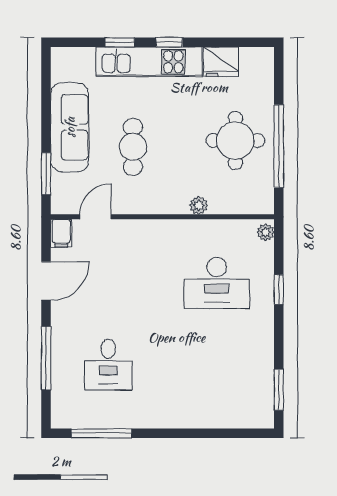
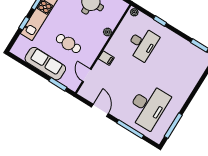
filing cabinet: (61, 233) -> (106, 58), moved
desk: (108, 365) -> (148, 106), width x1.87, depth x1.30

